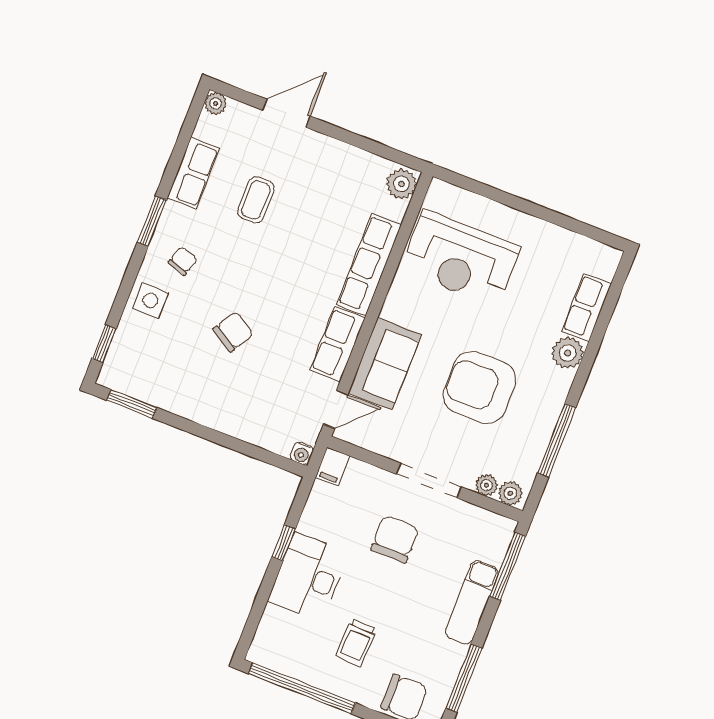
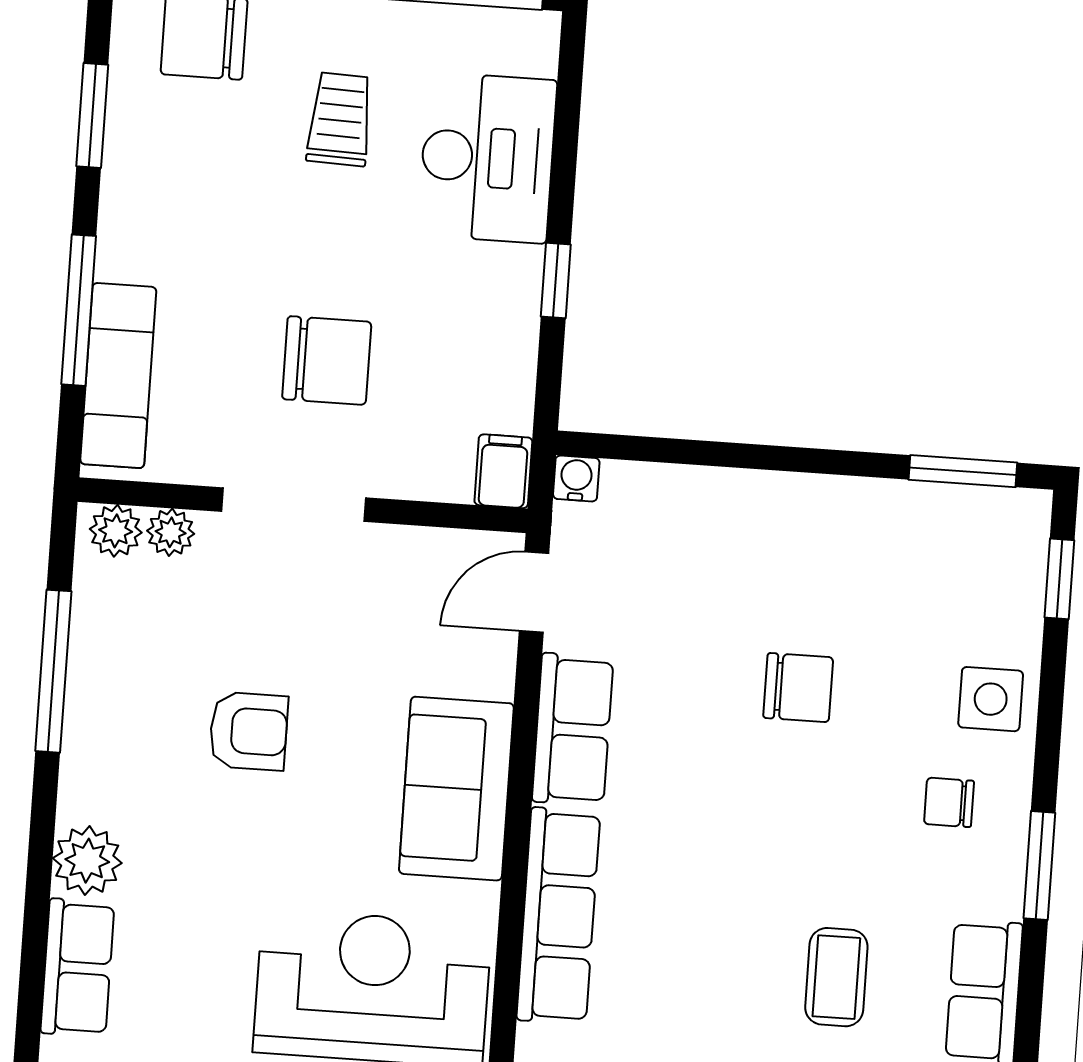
chair: (183, 261) -> (949, 802), turned 71
chair: (233, 332) -> (798, 688), turned -121
sofa: (385, 364) -> (456, 789), moved
armchair: (479, 388) -> (249, 731), width x0.53, depth x0.53
chair: (395, 539) -> (327, 360), turned -90
window: (508, 566) -> (79, 310), moved
desk: (308, 577) -> (487, 158), moved
exam couch: (472, 602) -> (118, 376), moved
window: (464, 678) -> (92, 115), width x0.69

